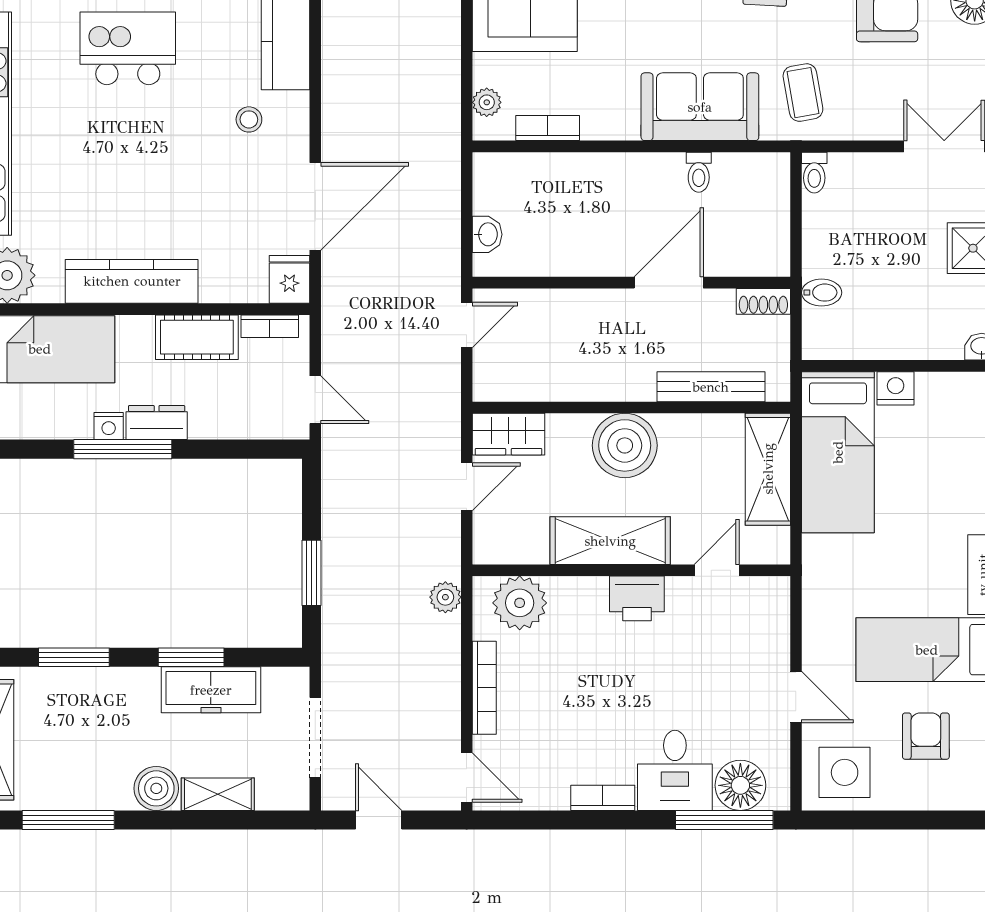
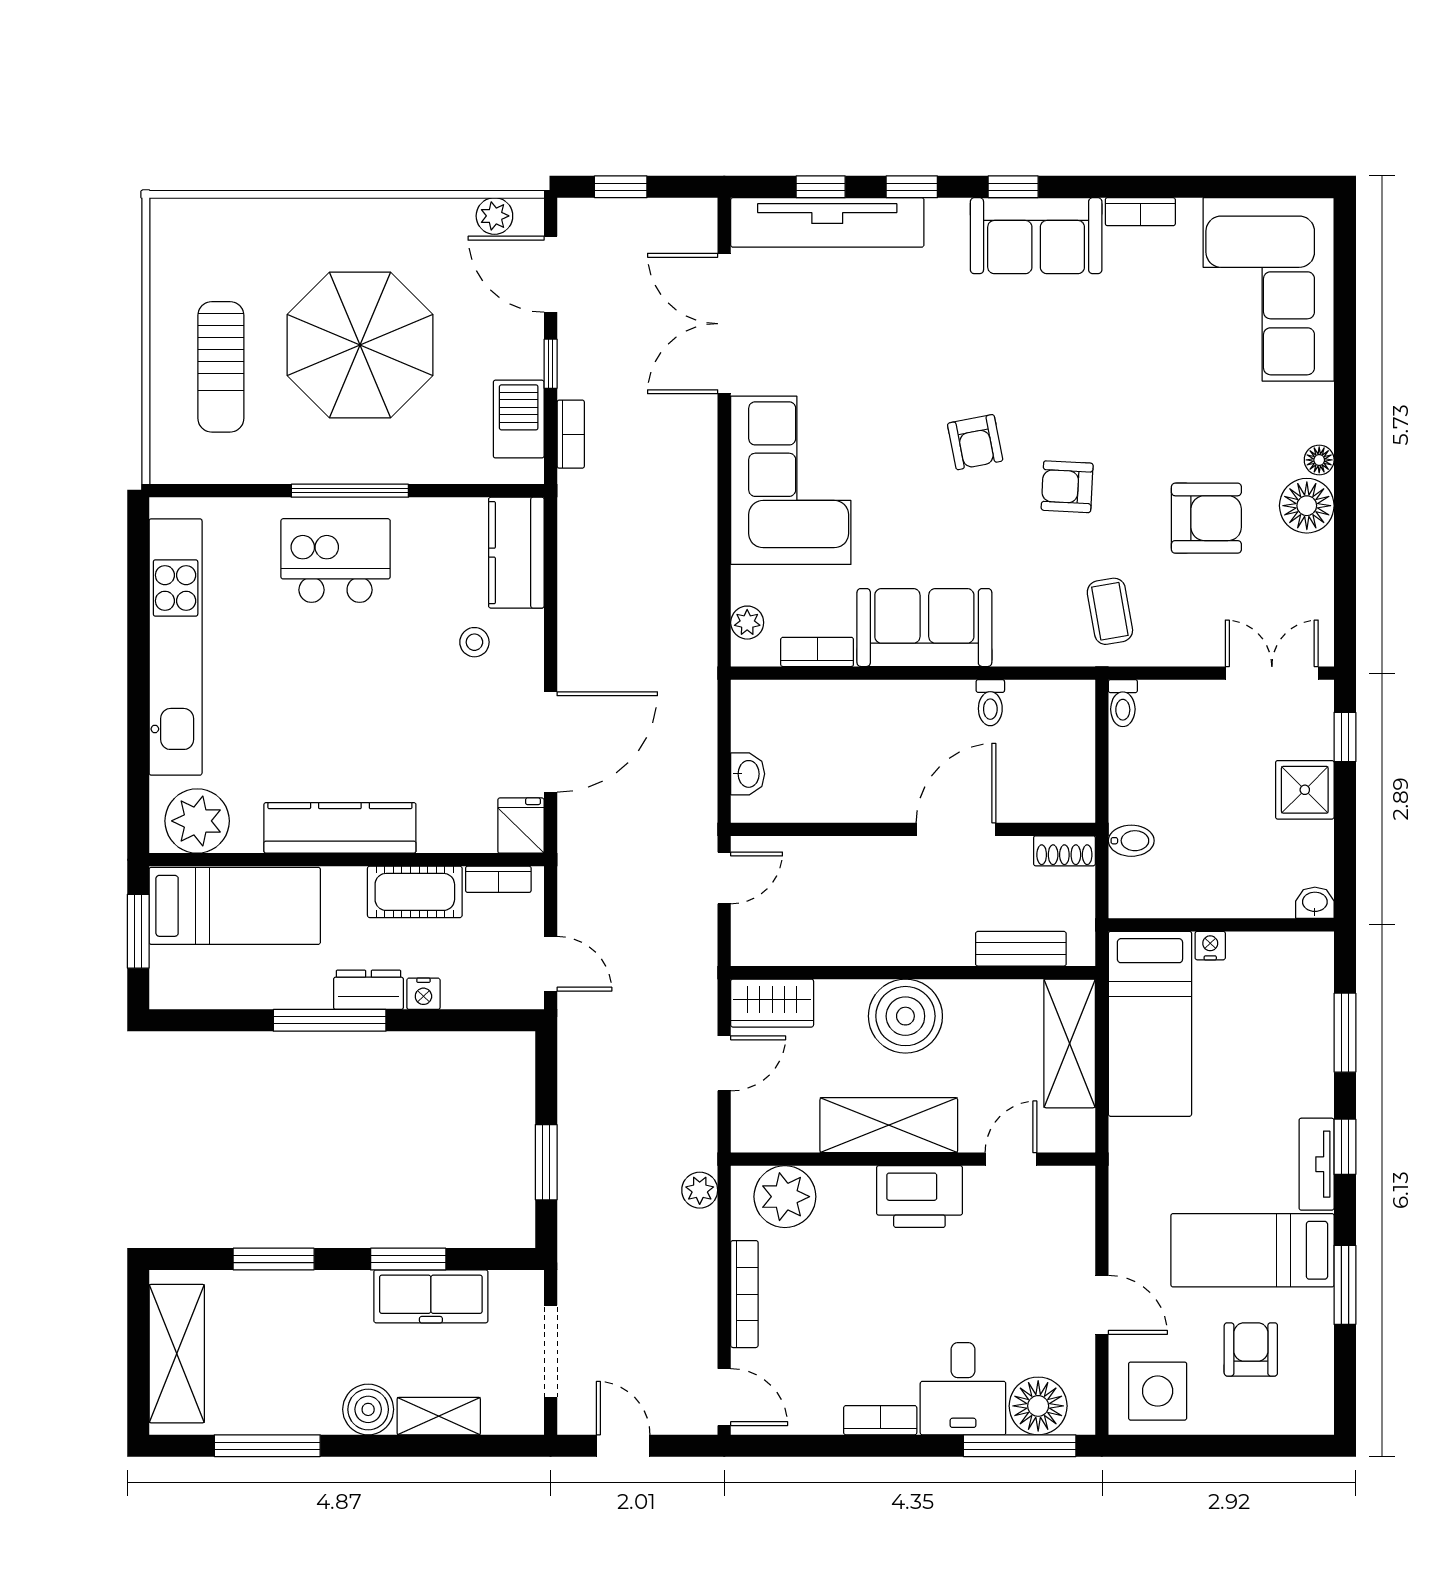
sofa: (700, 107) -> (924, 628), moved
bench: (711, 387) -> (1021, 949), width x0.73
nightstand: (896, 388) -> (1210, 946), width x0.72, depth x0.74
nightstand: (109, 426) -> (423, 994), moved
printer: (637, 598) -> (919, 1197), width x1.37, depth x1.19

